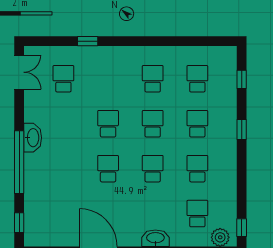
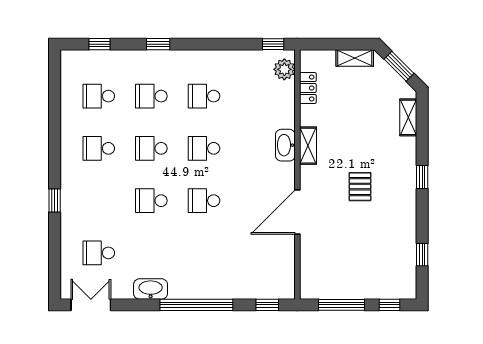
window: (88, 41) -> (55, 200), moved
washbasin: (33, 138) -> (151, 289), moved
school desk: (197, 214) -> (257, 96), removed

